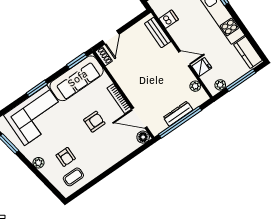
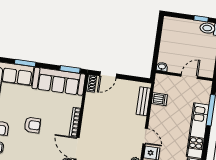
armchair: (94, 122) -> (32, 125), moved

